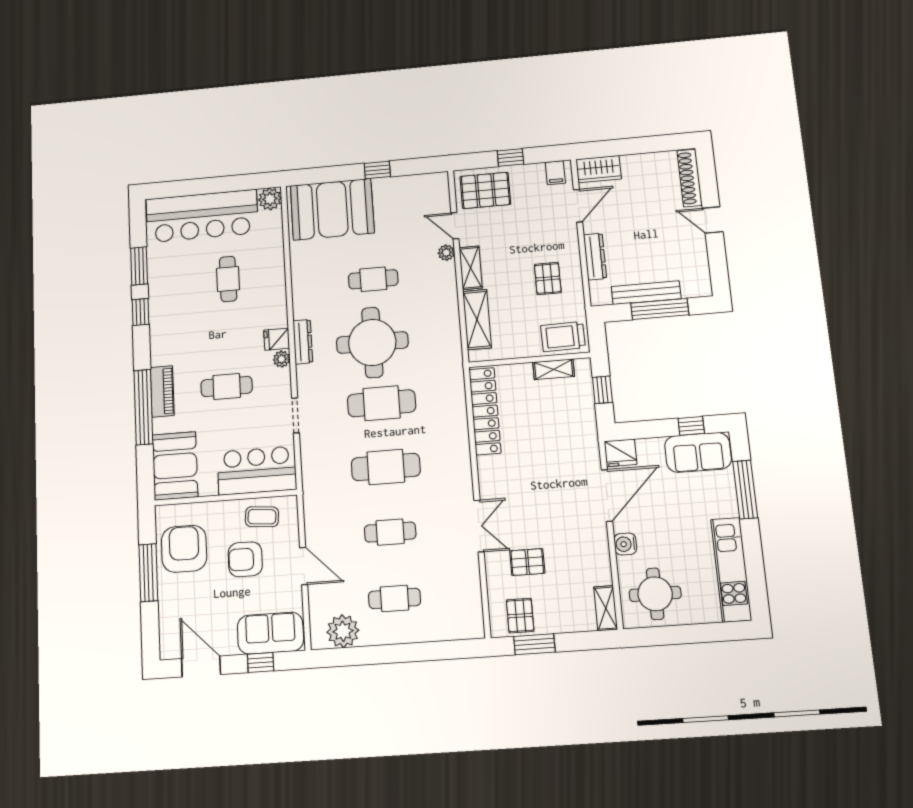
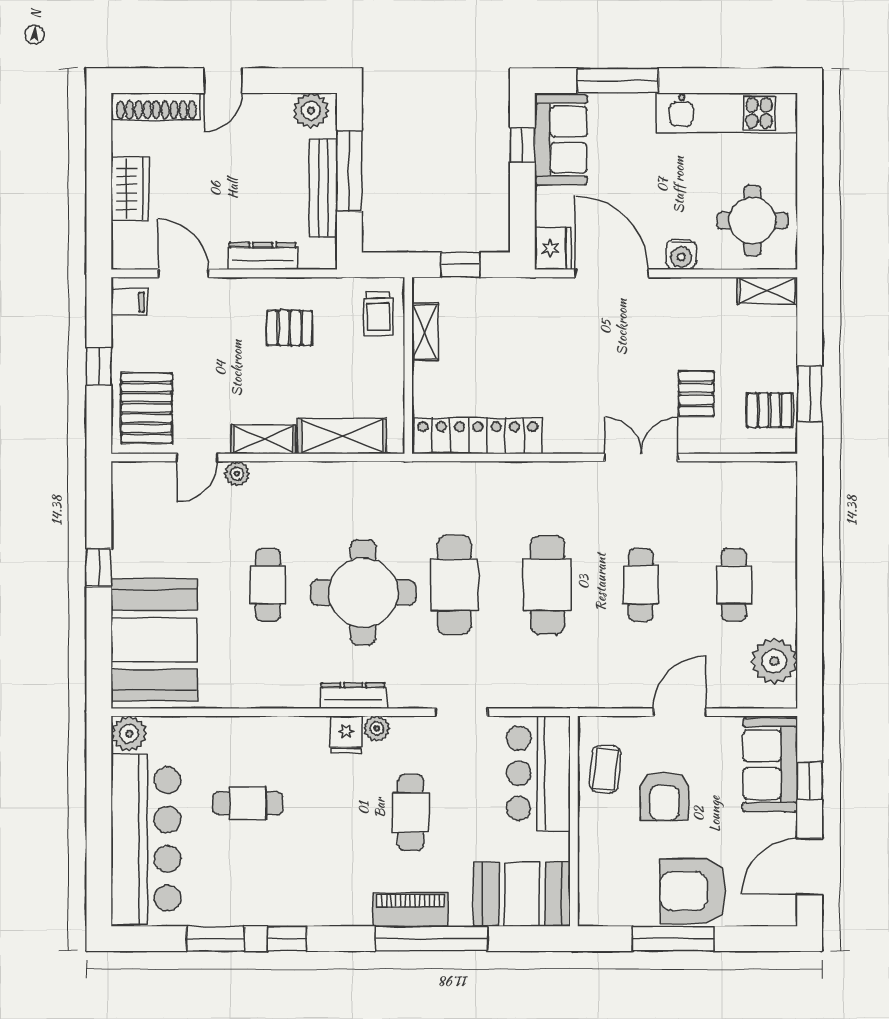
wardrobe: (599, 169) -> (130, 189), moved
plant: (699, 280) -> (311, 111), added
trolley: (563, 337) -> (378, 314), width x0.73, depth x0.72
armchair: (184, 549) -> (693, 891), moved

